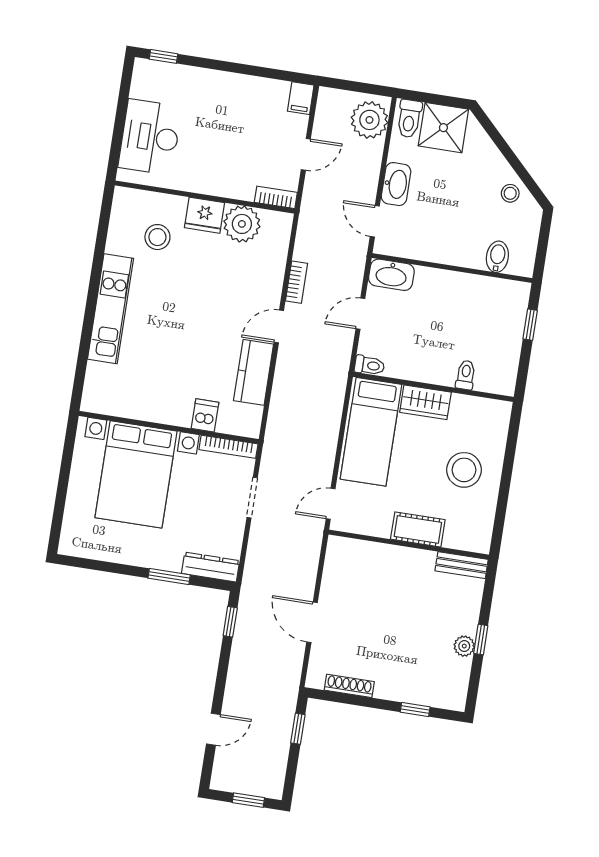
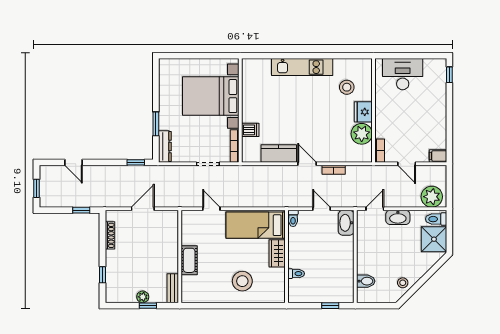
cot: (418, 529) -> (189, 260), moved
wall: (409, 544) -> (180, 256), moved
bench: (462, 565) -> (173, 288), moved

